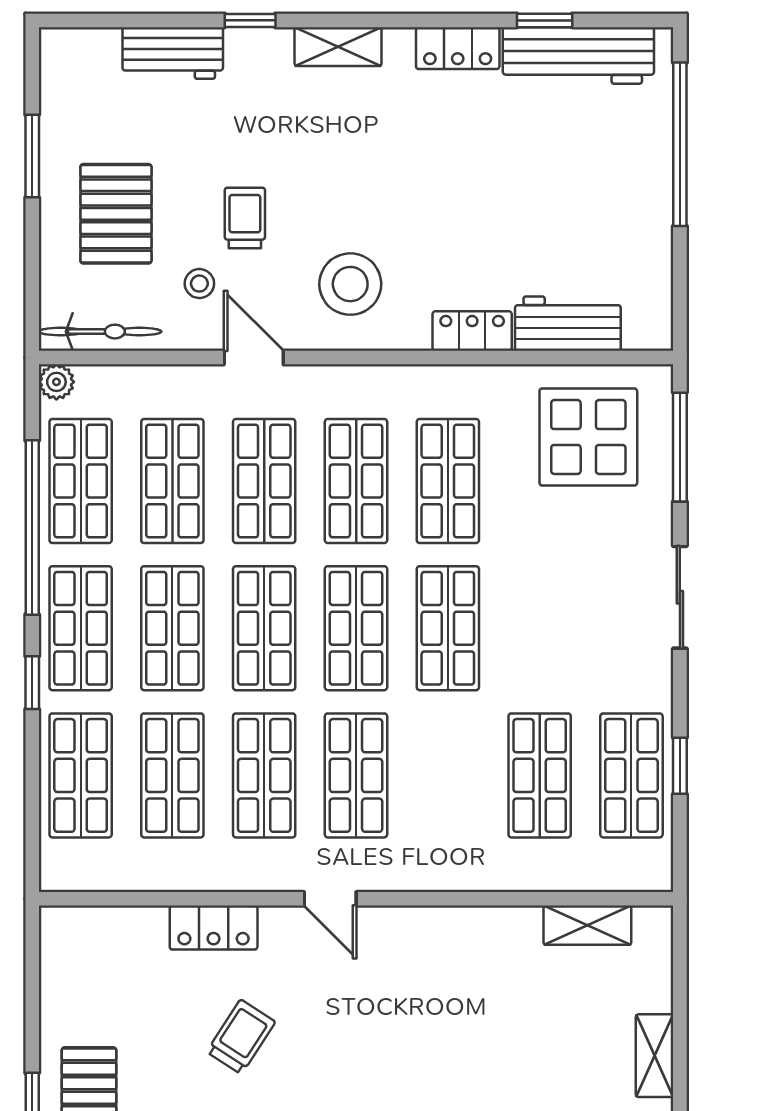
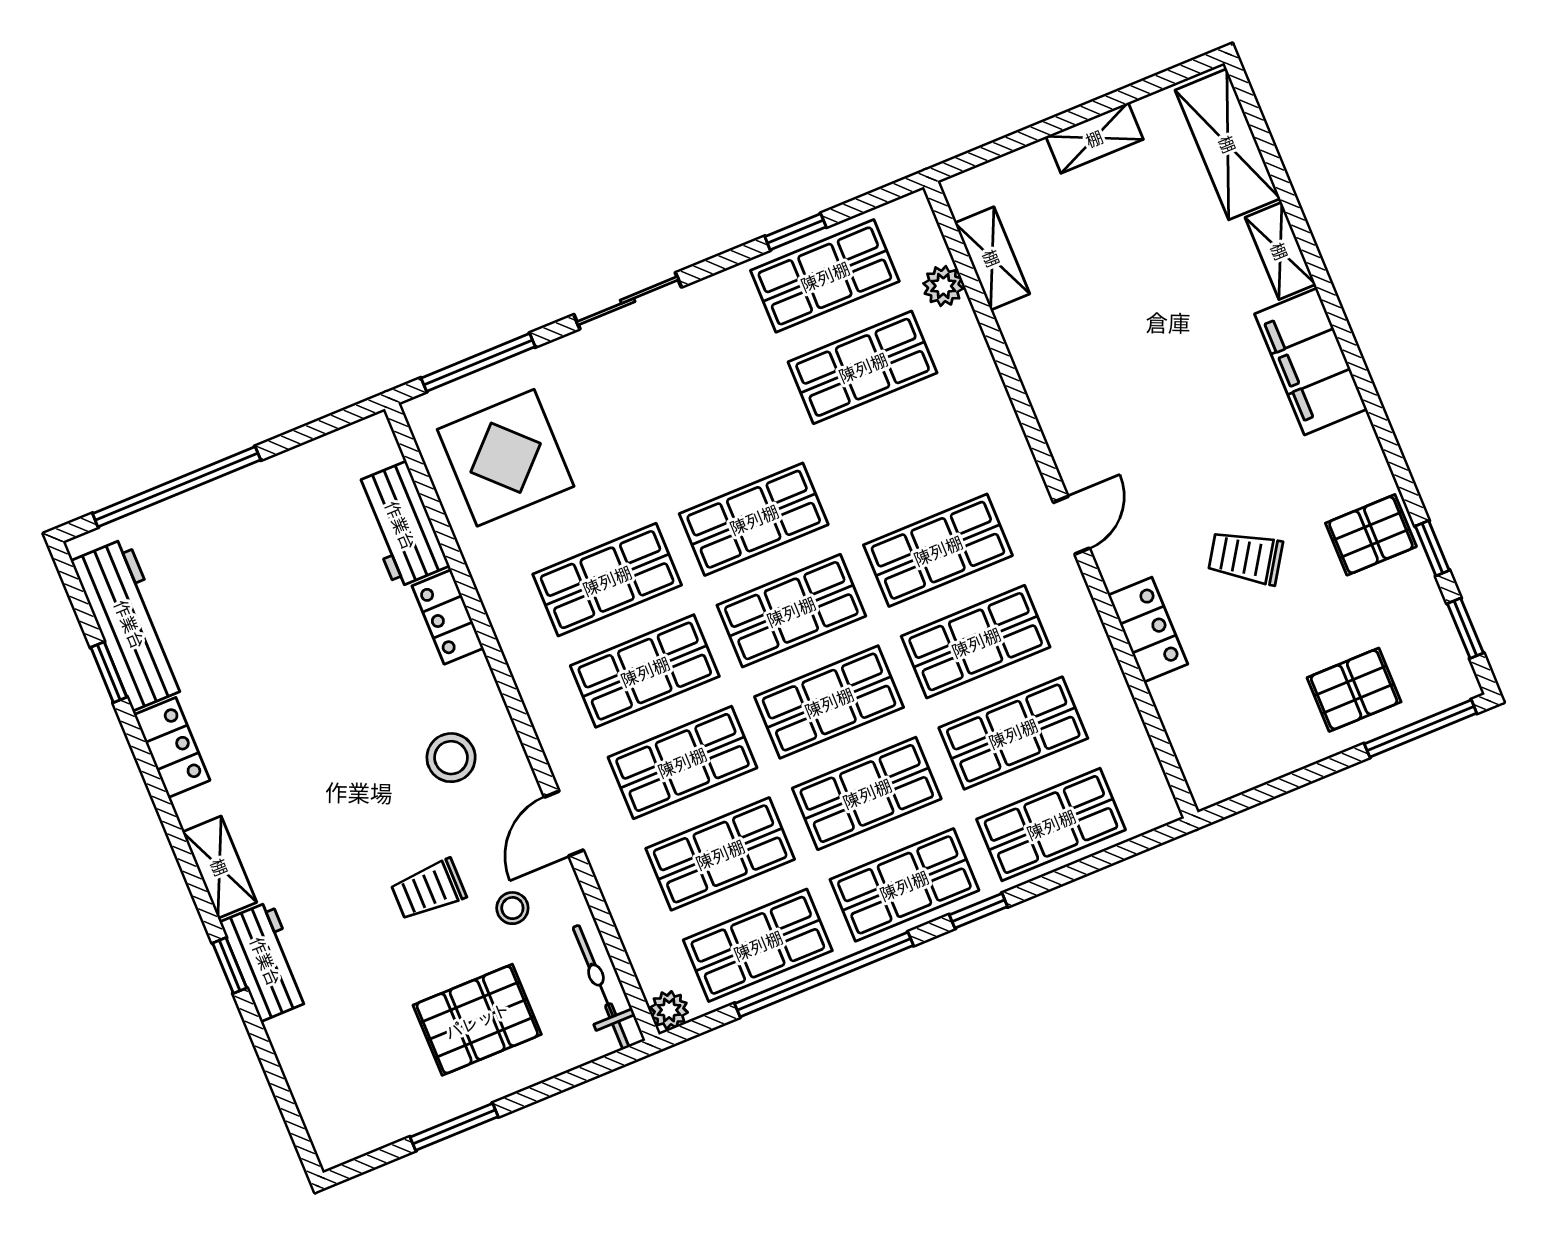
workbench: (173, 53) -> (266, 961), moved
stool: (350, 284) -> (451, 758), width x0.73, depth x0.73
plant: (581, 873) -> (943, 286), added

